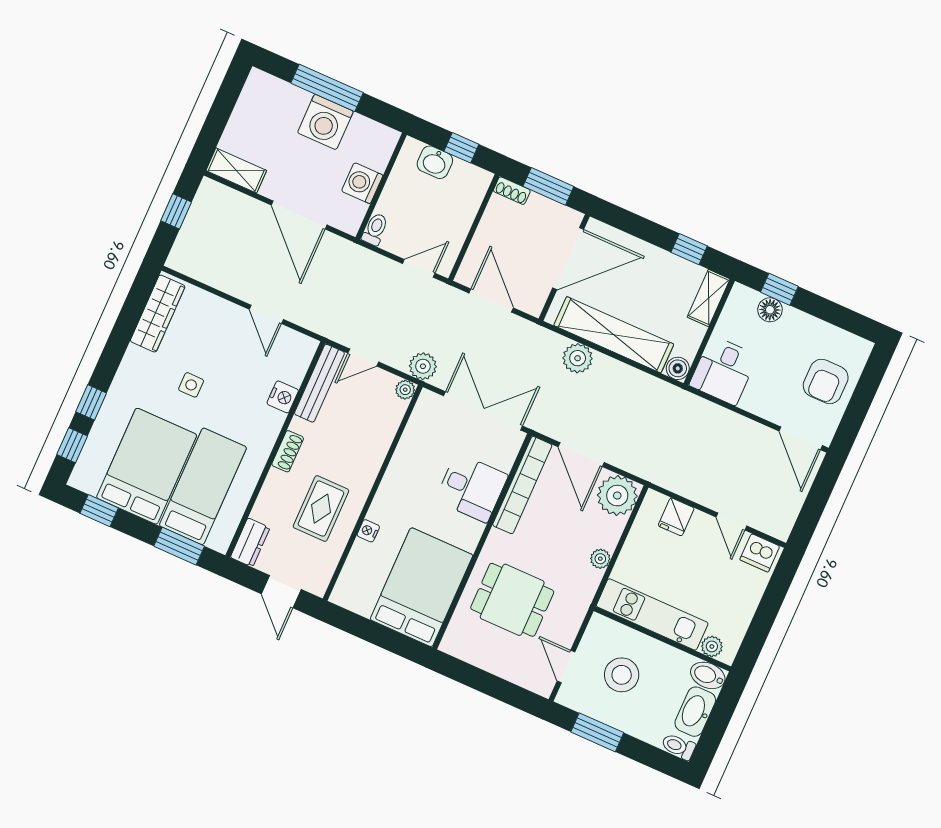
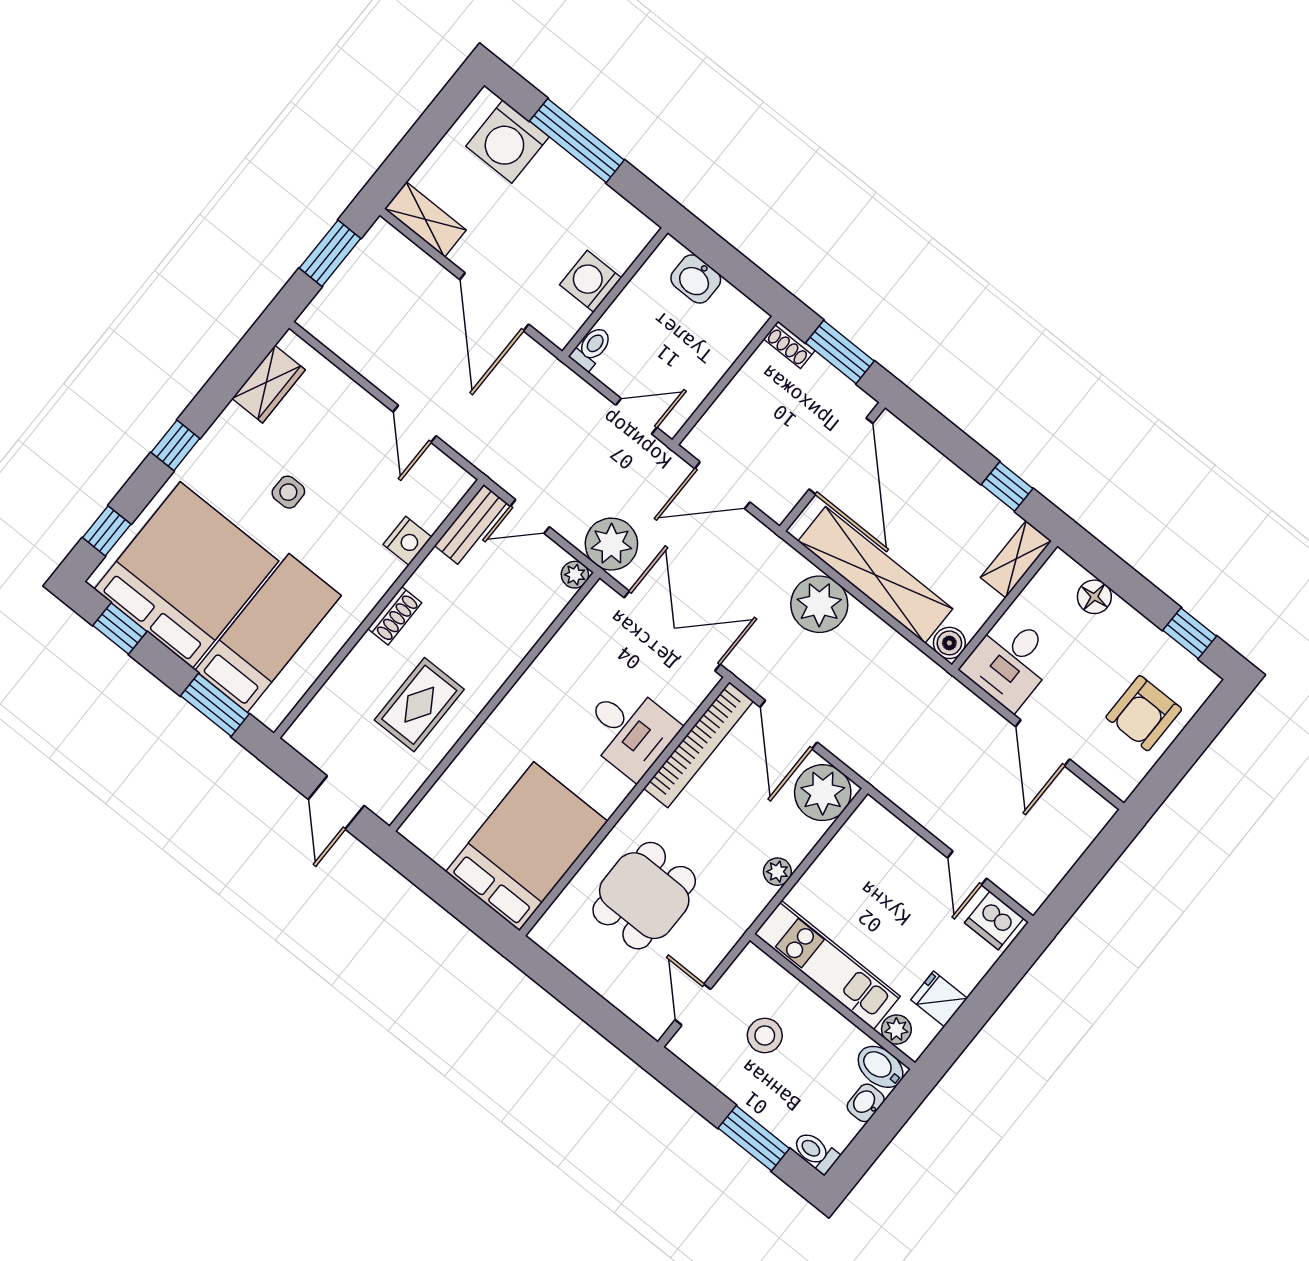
washing machine: (325, 122) -> (507, 141), moved
window: (461, 148) -> (737, 269), removed
window: (176, 211) -> (330, 253), width x1.50
door: (568, 259) -> (841, 456), hinge flipped
window: (779, 289) -> (1190, 633), moved
door: (491, 301) -> (722, 485), swing flipped
wardrobe: (158, 314) -> (269, 384), width x0.67
plant: (578, 358) -> (819, 604), width x1.36, depth x1.36
plant: (423, 366) -> (611, 544), width x1.36, depth x1.36
bench: (319, 383) -> (471, 524), width x0.73
window: (91, 402) -> (175, 445), moved
door: (801, 438) -> (1043, 743), moved
bed: (147, 466) -> (186, 575), width x1.36
fridge: (676, 517) -> (939, 999), moved, turned 90
nightstand: (368, 531) -> (475, 752), removed
dresser: (250, 542) -> (312, 725), removed
dining table: (512, 600) -> (644, 896), turned 90
stool: (622, 675) -> (765, 1035), width x0.73, depth x0.73
washbasin: (695, 712) -> (866, 1103), width x0.52, depth x0.69
window: (597, 732) -> (754, 1138), moved

